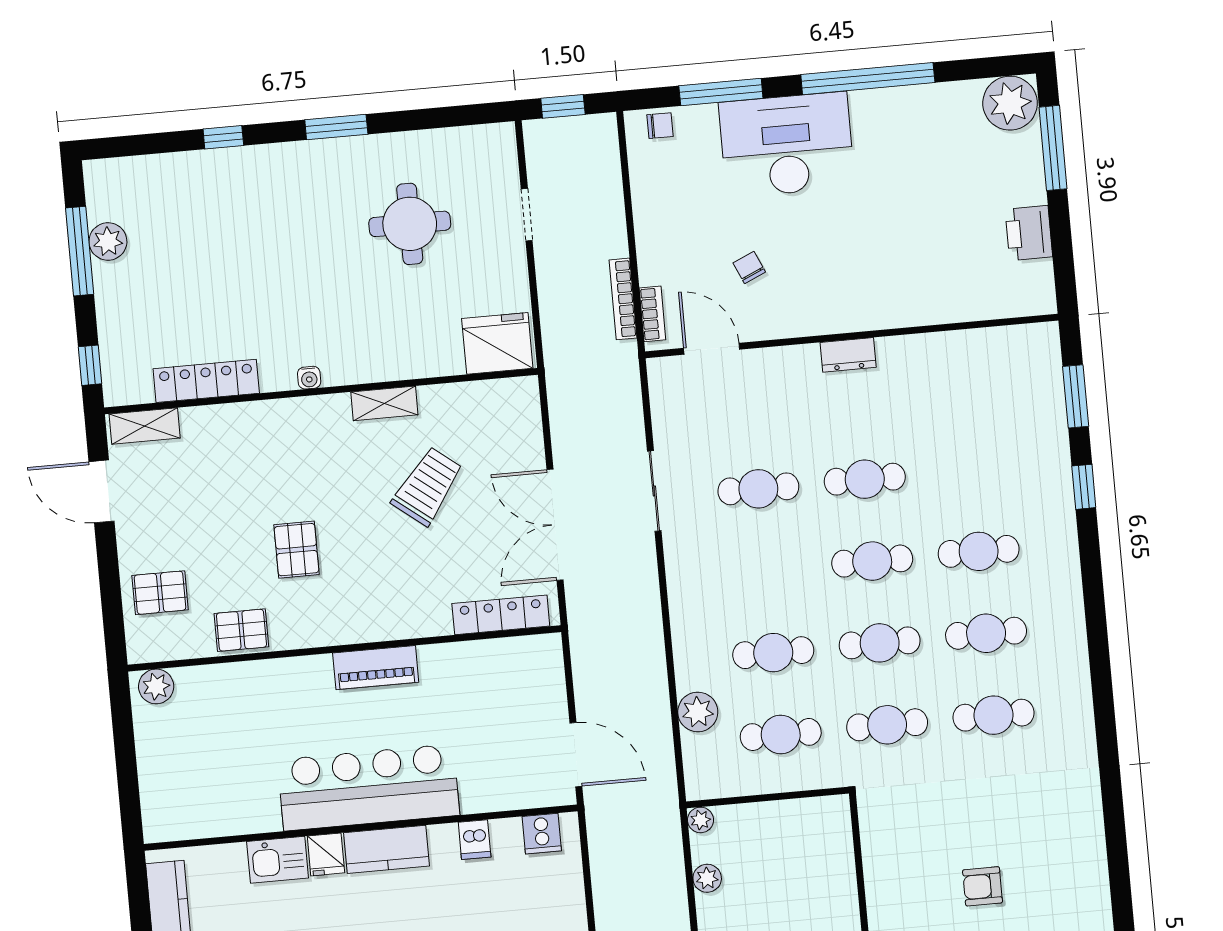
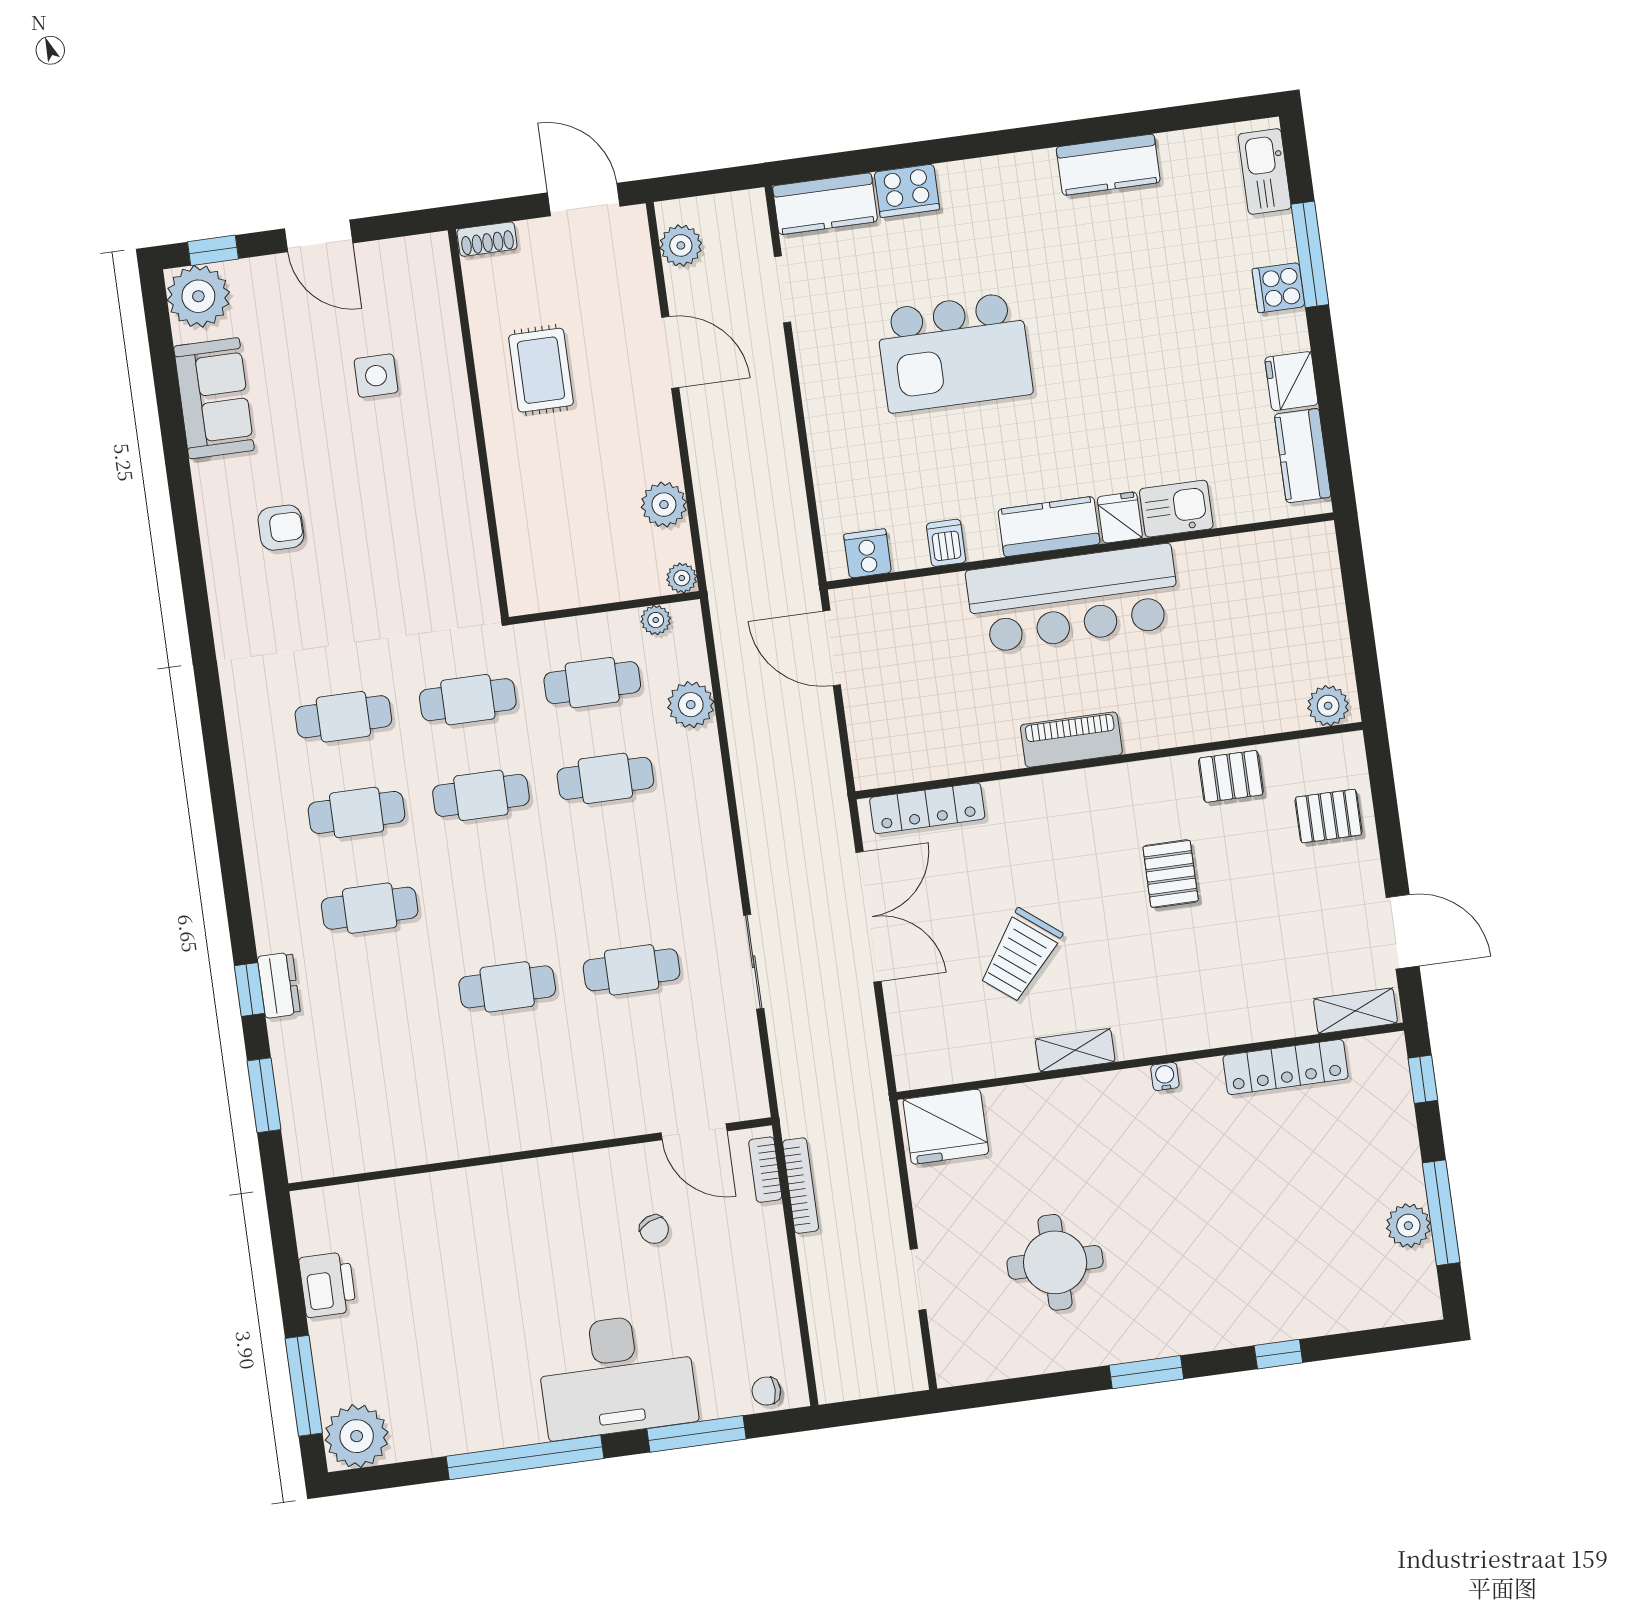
window: (563, 106) -> (881, 1409), removed
dresser: (848, 355) -> (279, 985), moved, turned 90
cafe table: (872, 561) -> (494, 891), removed
plant: (724, 785) -> (656, 620), added
plant: (707, 878) -> (664, 505), width x1.38, depth x1.38
armchair: (983, 886) -> (281, 528), moved

